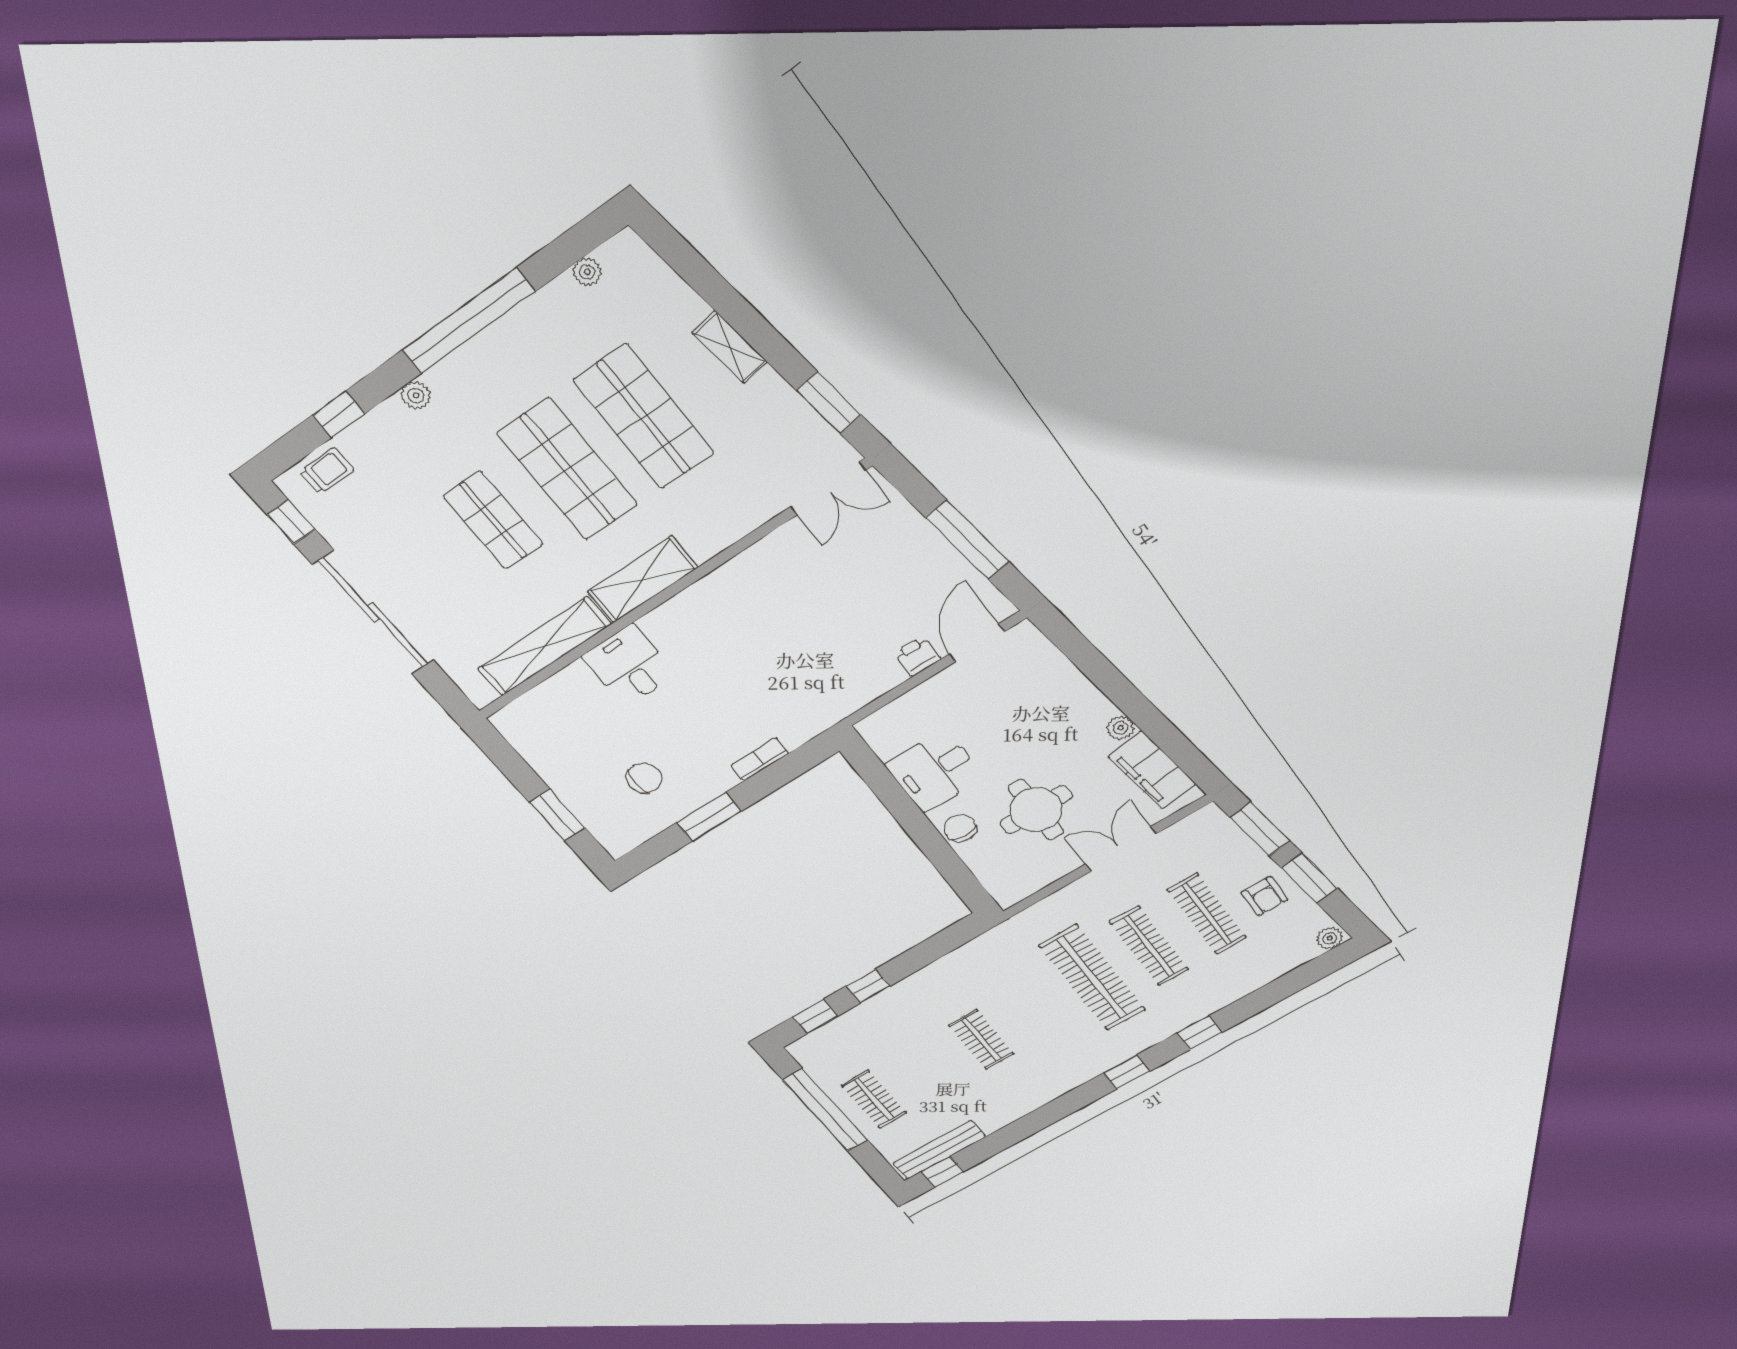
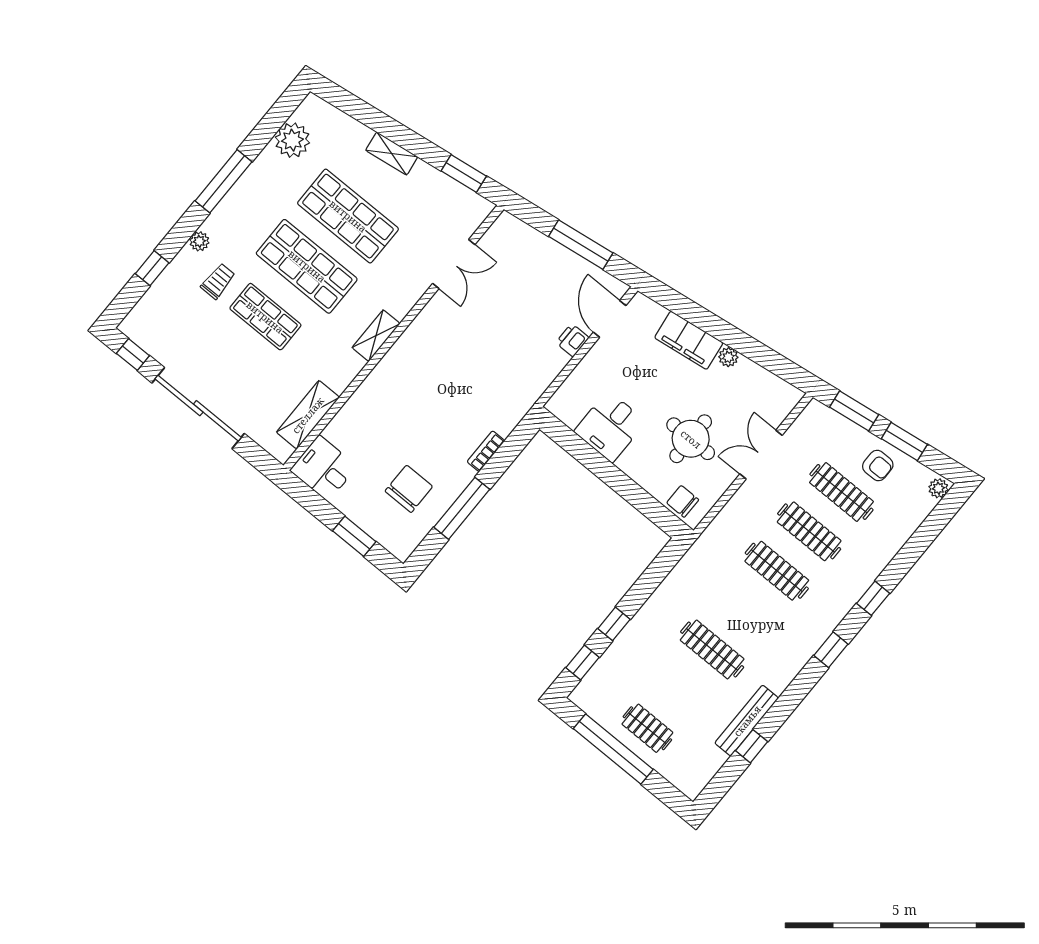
plant: (587, 272) -> (292, 140), width x1.88, depth x1.88
window: (468, 321) -> (224, 181), width x0.68
trolley: (327, 471) -> (218, 281), moved
double door: (828, 489) -> (454, 264), moved
shelving: (643, 579) -> (376, 336), width x0.67, depth x0.75
shelving: (544, 646) -> (308, 415), width x0.68
desk: (629, 665) -> (324, 468), moved
filing cabinet: (1152, 770) -> (689, 340), moved
chair: (644, 778) -> (409, 489), width x1.37, depth x1.37
window: (709, 817) -> (462, 508), width x1.44
chair: (960, 828) -> (683, 501), moved
clothes rail: (1092, 978) -> (777, 571), width x0.73, depth x0.76
clothes rail: (981, 1039) -> (712, 649), width x1.36
bench: (939, 1150) -> (747, 721), moved
window: (942, 1172) -> (752, 746), moved

